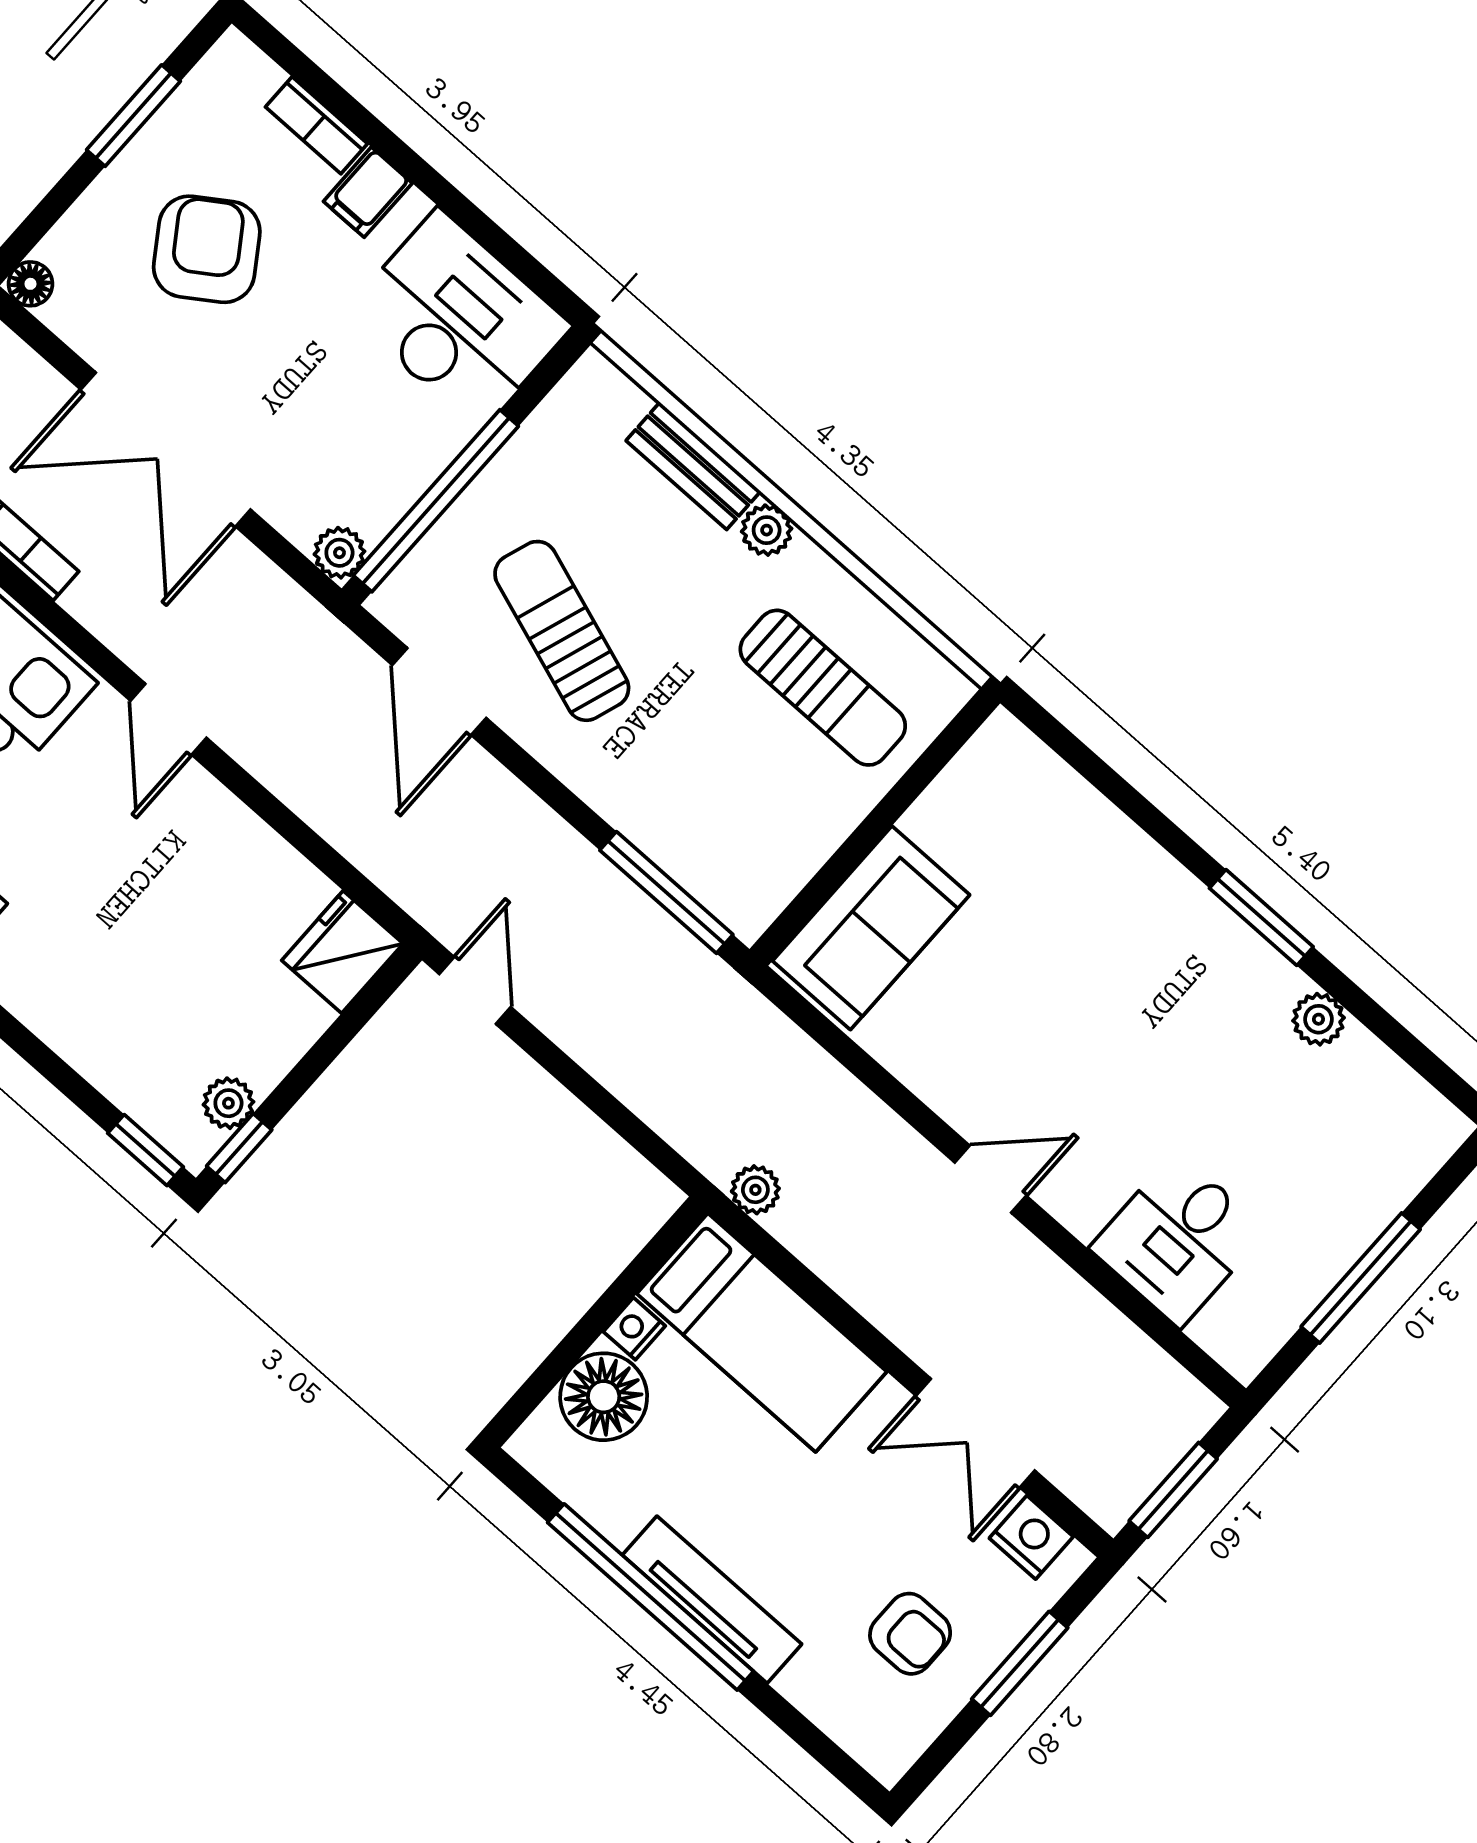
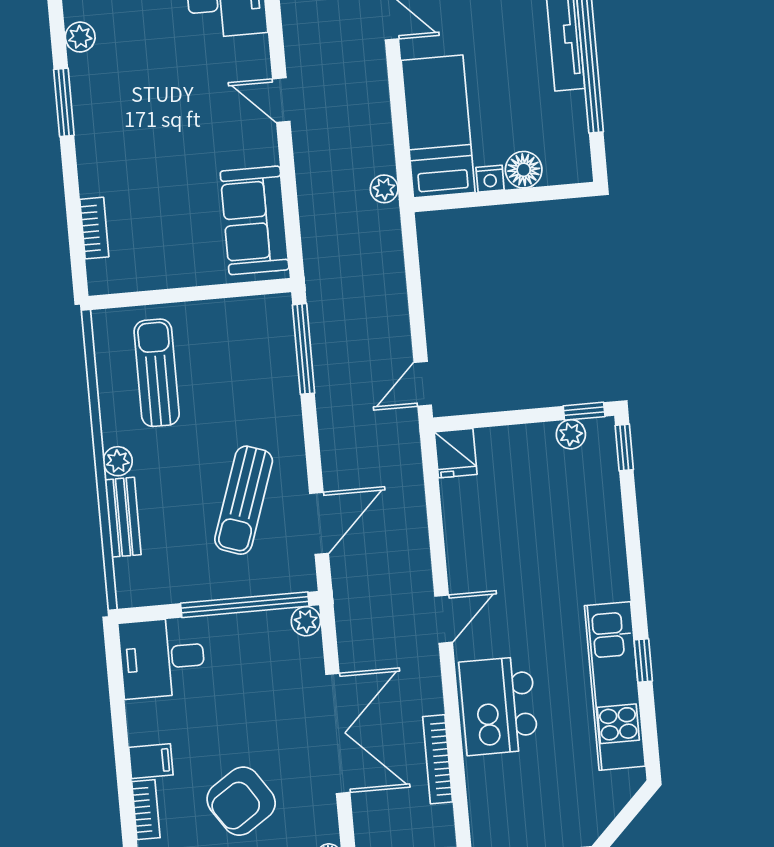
desk: (458, 319) -> (162, 658), width x0.73
bookcase: (1073, 796) -> (94, 228), added
sofa: (871, 928) -> (255, 220), moved, turned -90
fridge: (342, 952) -> (456, 453), width x0.72
floor lamp: (604, 1397) -> (524, 170), width x0.73, depth x0.73

